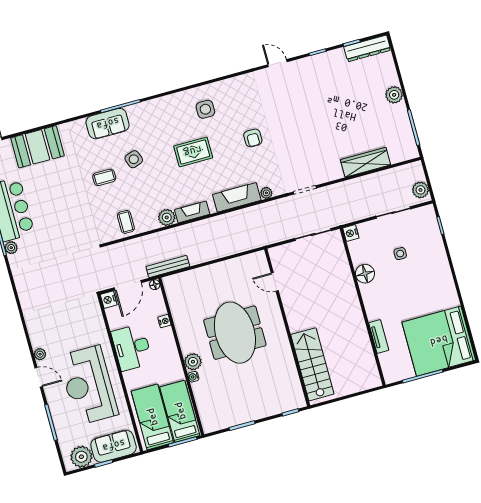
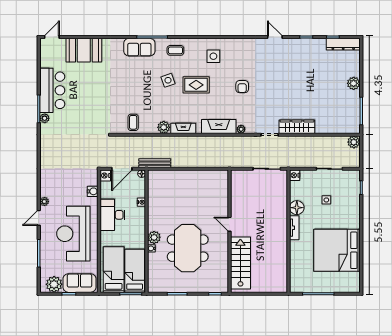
side table: (134, 159) -> (168, 80), moved
wardrobe: (366, 162) -> (297, 127), moved
coffee table: (104, 177) -> (175, 50), moved
plant: (421, 190) -> (354, 142), moved
door: (275, 282) -> (229, 224), moved
water cooler: (98, 324) -> (93, 191), added
meeting table: (235, 333) -> (188, 248), moved
tv unit: (379, 336) -> (294, 228), moved
bed: (439, 341) -> (337, 250), moved
door: (39, 377) -> (39, 218), swing flipped

